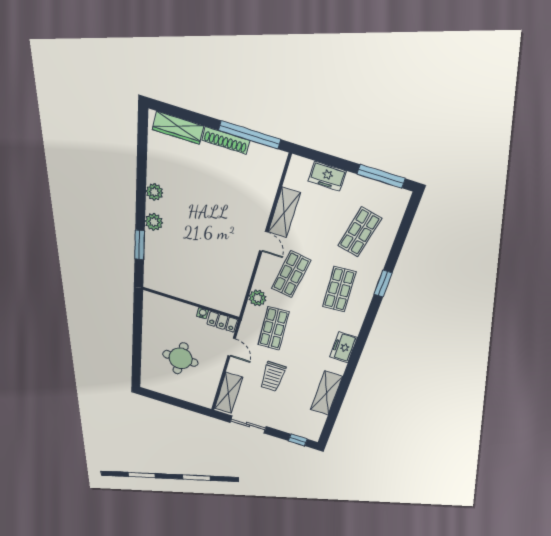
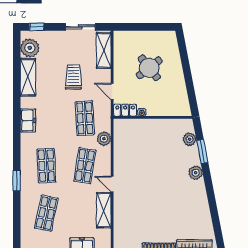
plant: (154, 192) -> (190, 139), moved
round table: (180, 358) -> (149, 68), turned -38
plant: (313, 422) -> (30, 48), added

